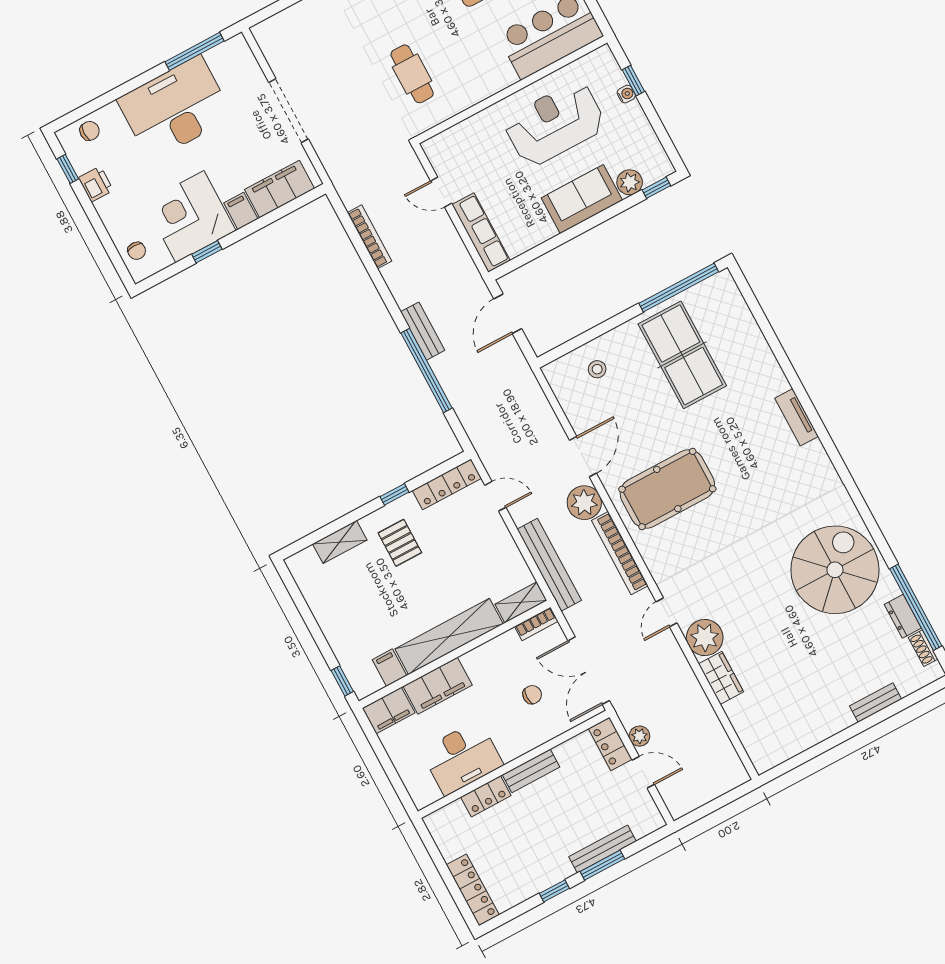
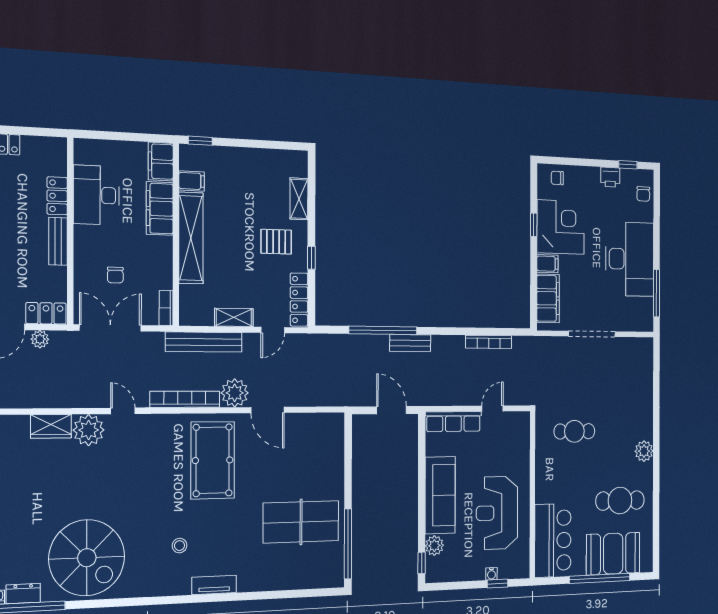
reception desk: (555, 124) -> (497, 513), turned 180
sofa: (582, 199) -> (440, 495), width x1.36
stool: (597, 369) -> (179, 546), moved
shelving: (521, 602) -> (234, 317), moved, turned 90

